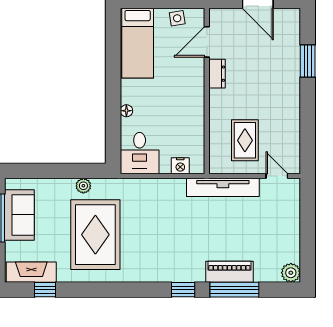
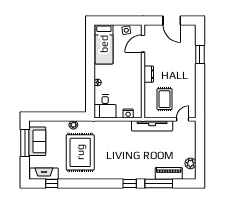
dresser: (217, 74) -> (149, 74), moved
door: (277, 176) -> (183, 119), hinge flipped
piano: (229, 272) -> (169, 173), moved
plant: (291, 273) -> (190, 163), moved

